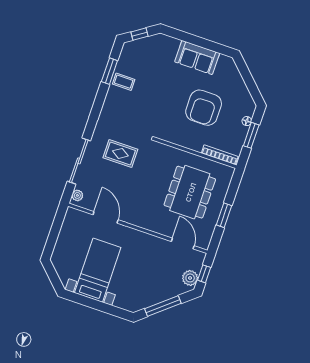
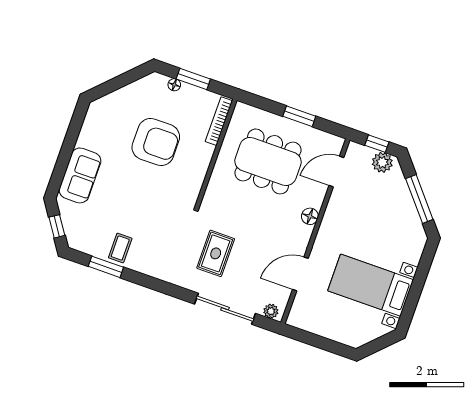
sofa: (197, 58) -> (80, 175), moved
floor lamp: (149, 224) -> (310, 216), added

